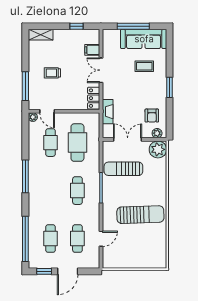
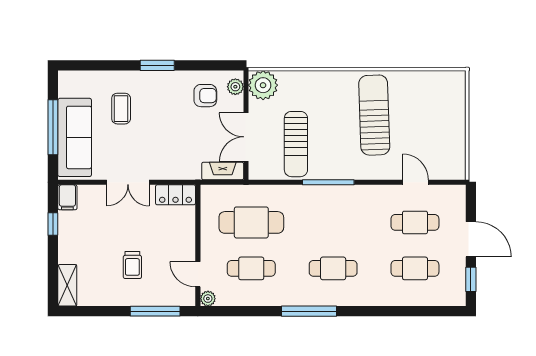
sofa: (144, 39) -> (75, 137), moved
filing cabinet: (92, 50) -> (67, 197), moved
door: (47, 111) -> (198, 274), swing flipped
fireplace: (108, 112) -> (223, 171), moved
cafe table: (77, 191) -> (333, 268), moved
window: (25, 239) -> (415, 311), removed

